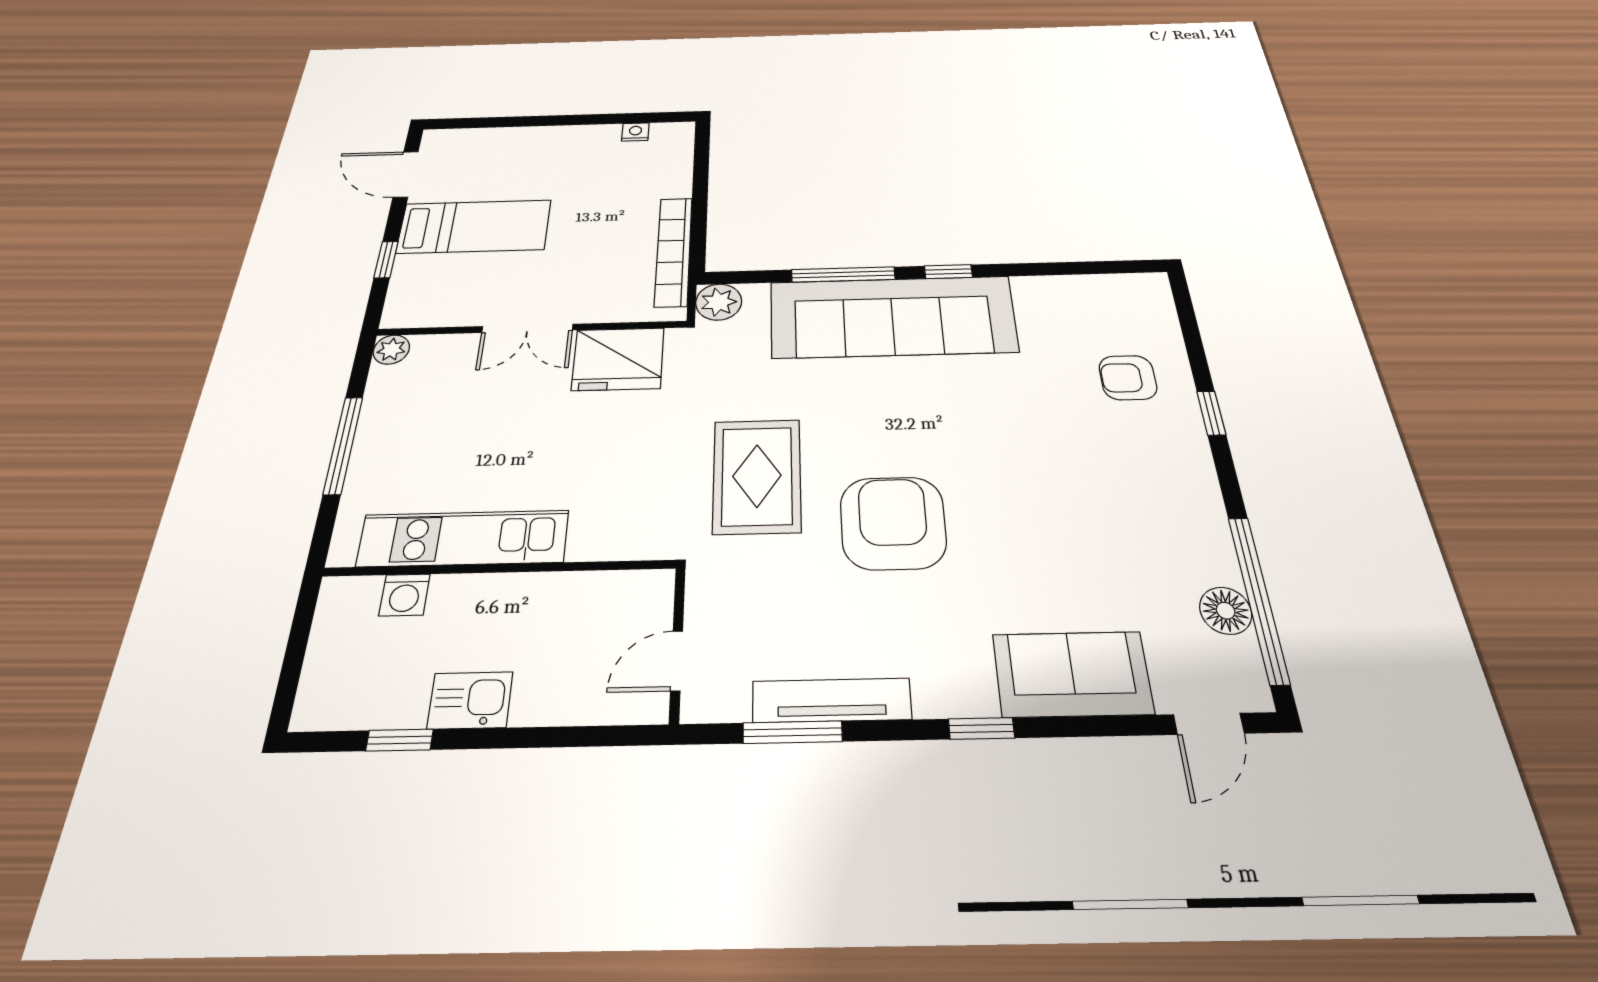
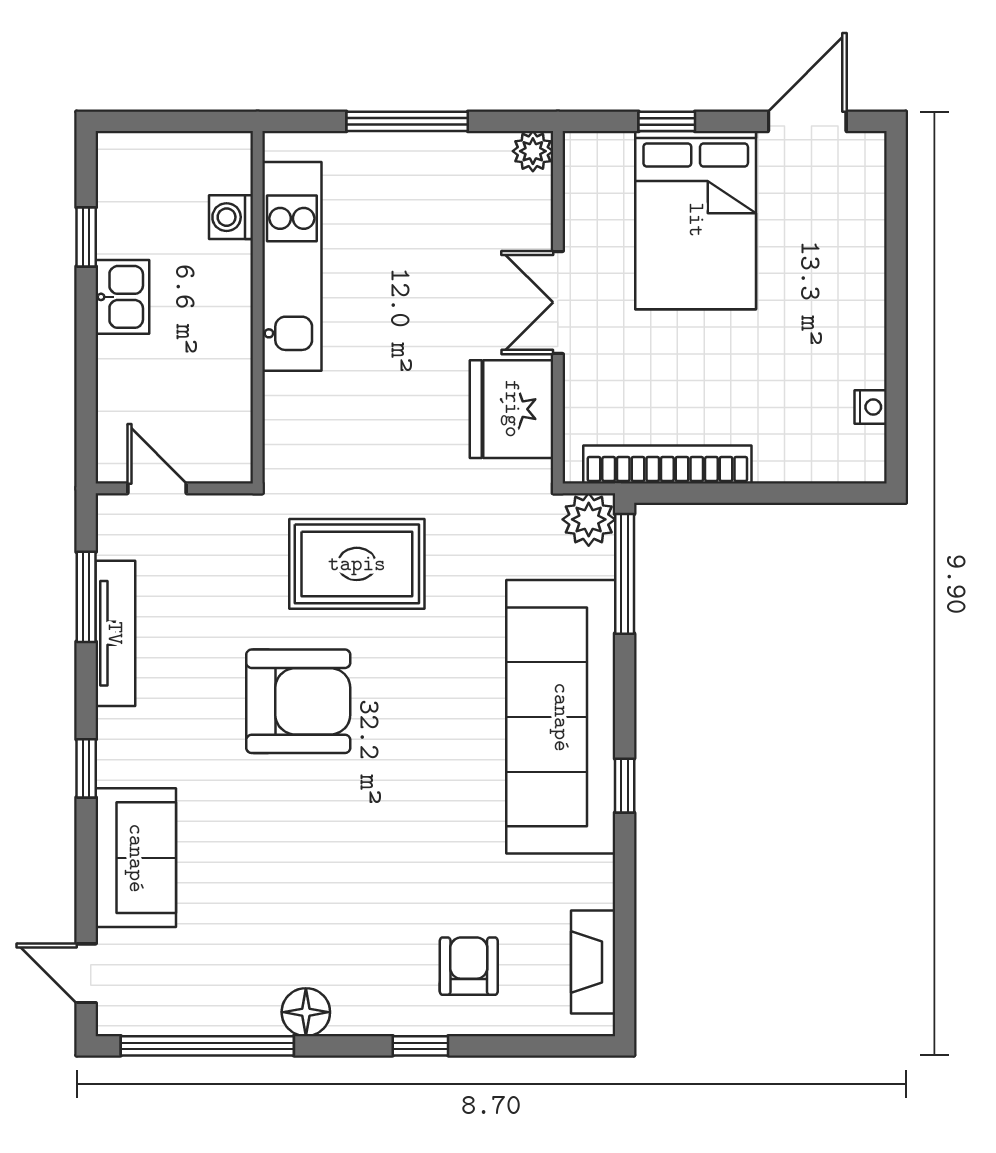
bed: (474, 226) -> (696, 220), width x1.50
window: (843, 274) -> (625, 574), moved
fireplace: (1105, 289) -> (593, 962), added
floor lamp: (1226, 611) -> (306, 1012), moved

